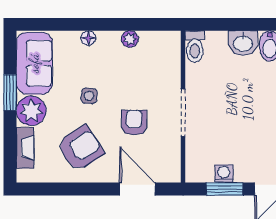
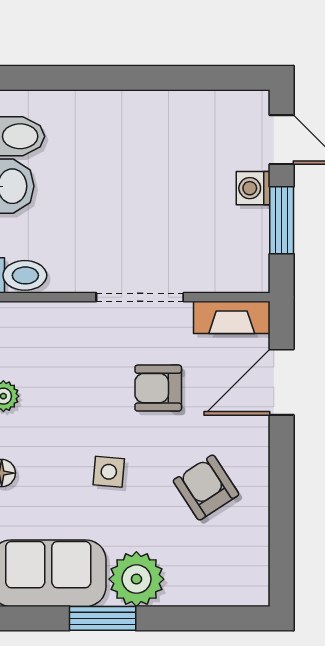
fireplace: (25, 148) -> (232, 317), moved, turned 180
armchair: (81, 148) -> (206, 488), width x0.72, depth x0.72
washing machine: (224, 174) -> (253, 188), moved

